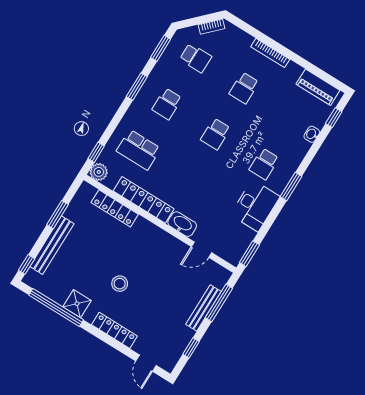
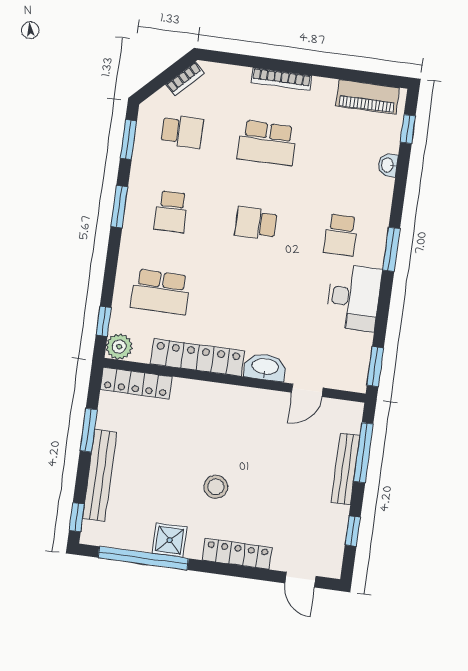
school desk: (244, 88) -> (267, 143), width x1.85
school desk: (216, 134) -> (256, 223), turned 90
locker: (115, 208) -> (136, 383), moved

